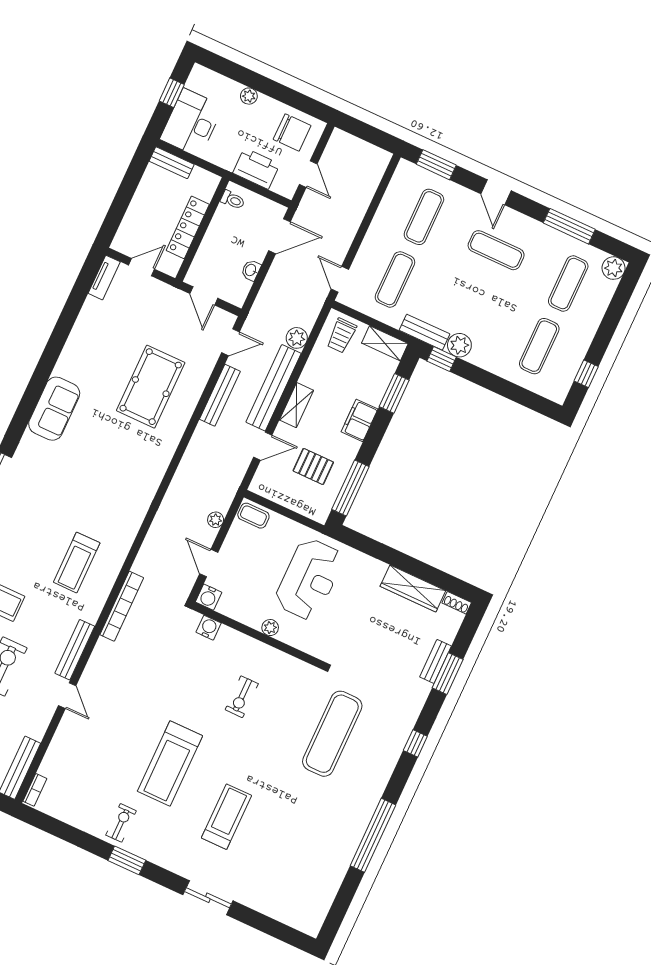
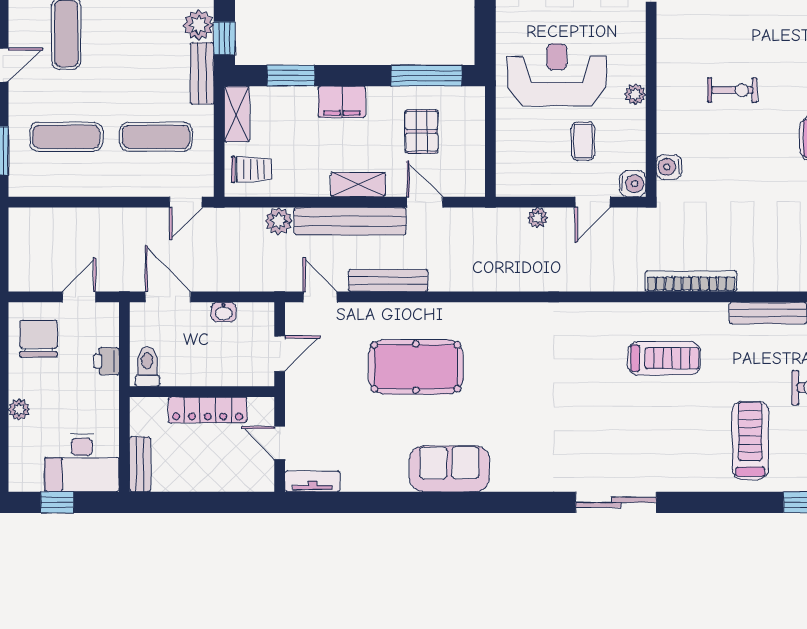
printer: (256, 168) -> (107, 361), width x0.53, depth x0.68
toilet: (233, 200) -> (147, 366), width x1.37, depth x1.39
sofa: (54, 409) -> (449, 469), moved
coffee table: (253, 516) -> (583, 141), moved

